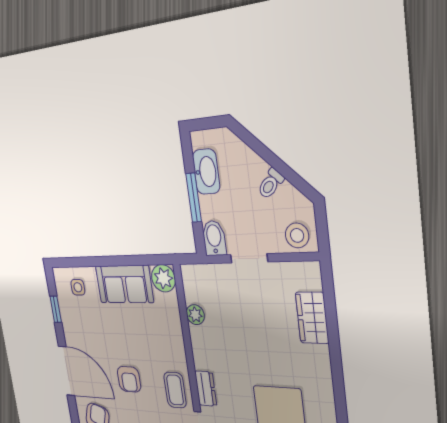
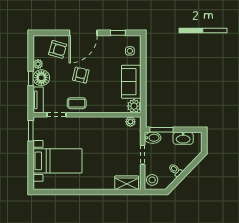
window: (194, 198) -> (161, 130), moved
plant: (195, 315) -> (130, 122), moved
wardrobe: (312, 318) -> (127, 183), moved
armchair: (129, 379) -> (81, 75), turned 103
dresser: (206, 389) -> (79, 122), removed

